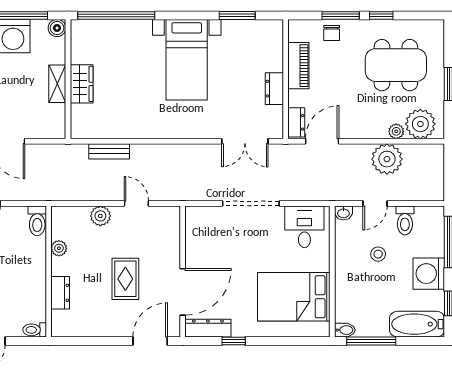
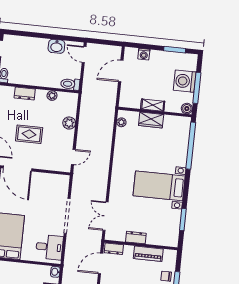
plant: (90, 132) -> (121, 122), added
door: (322, 141) -> (101, 263), swing flipped
bench: (109, 151) -> (108, 132), removed
door: (136, 203) -> (73, 157), moved

